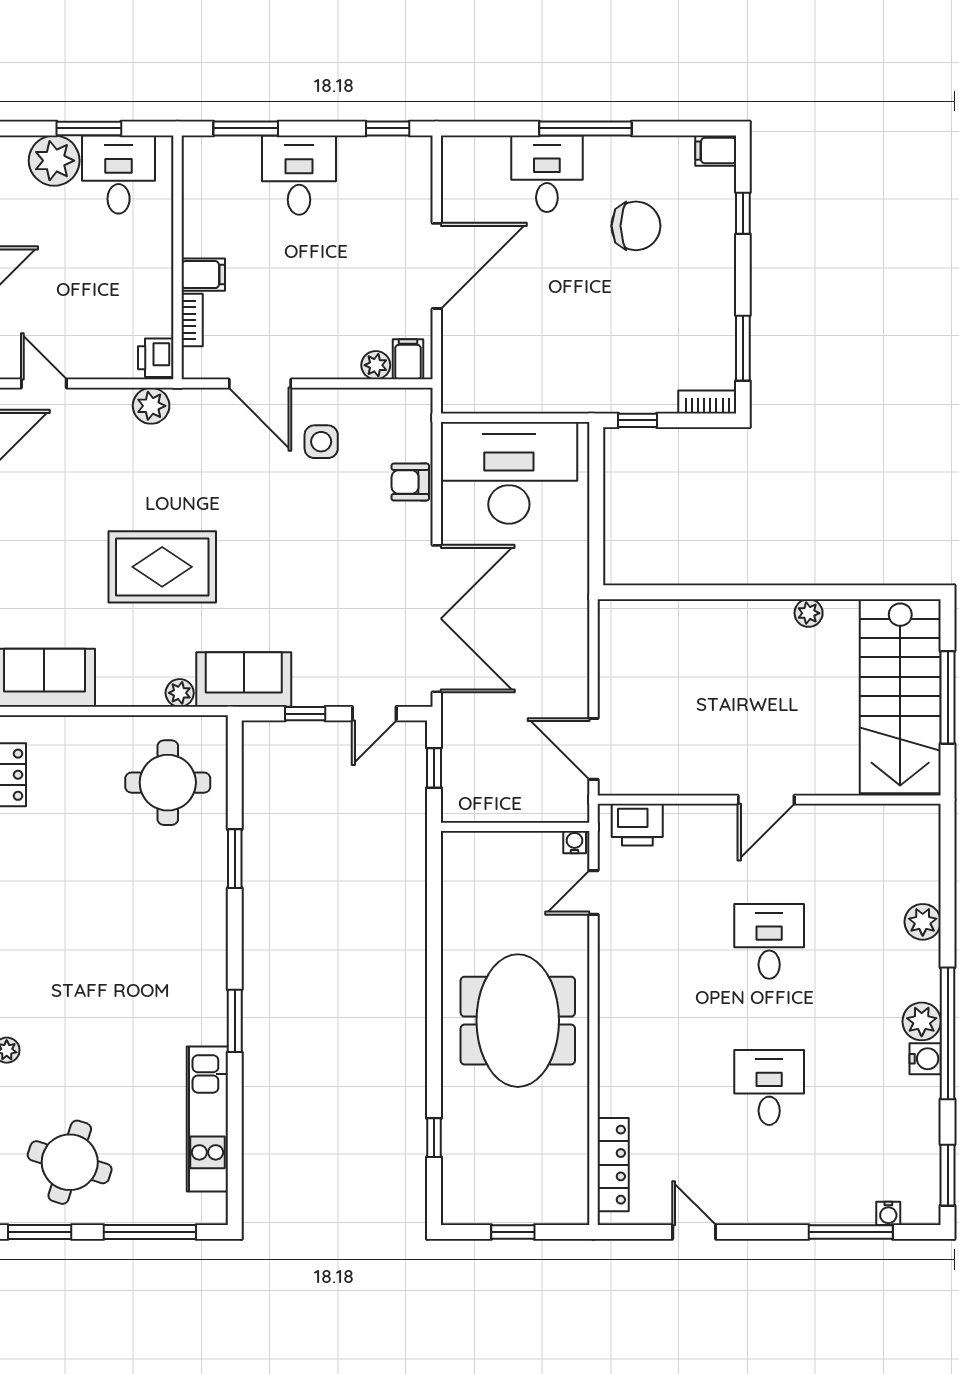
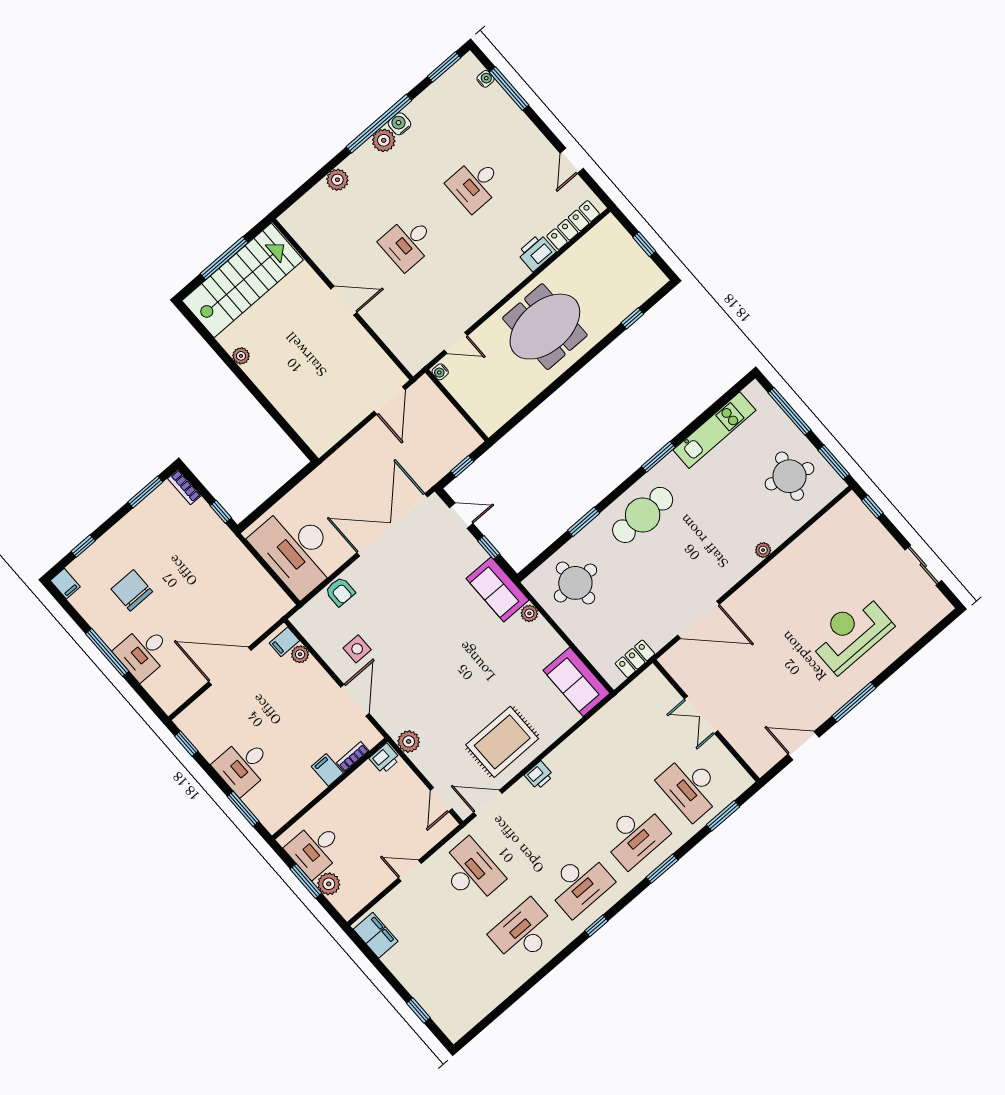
plant: (54, 161) -> (329, 884), width x0.73, depth x0.73
rug: (162, 567) -> (502, 742), moved, turned 90
printer: (637, 825) -> (537, 252), moved, turned -90
cafe table: (180, 939) -> (643, 515), added

